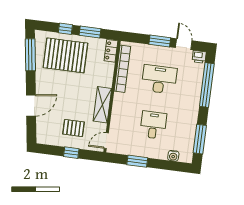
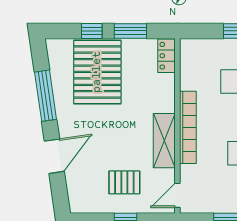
window: (30, 55) -> (46, 96), moved
pallet: (65, 55) -> (97, 72), turned 90
bookcase: (122, 69) -> (188, 127), moved

